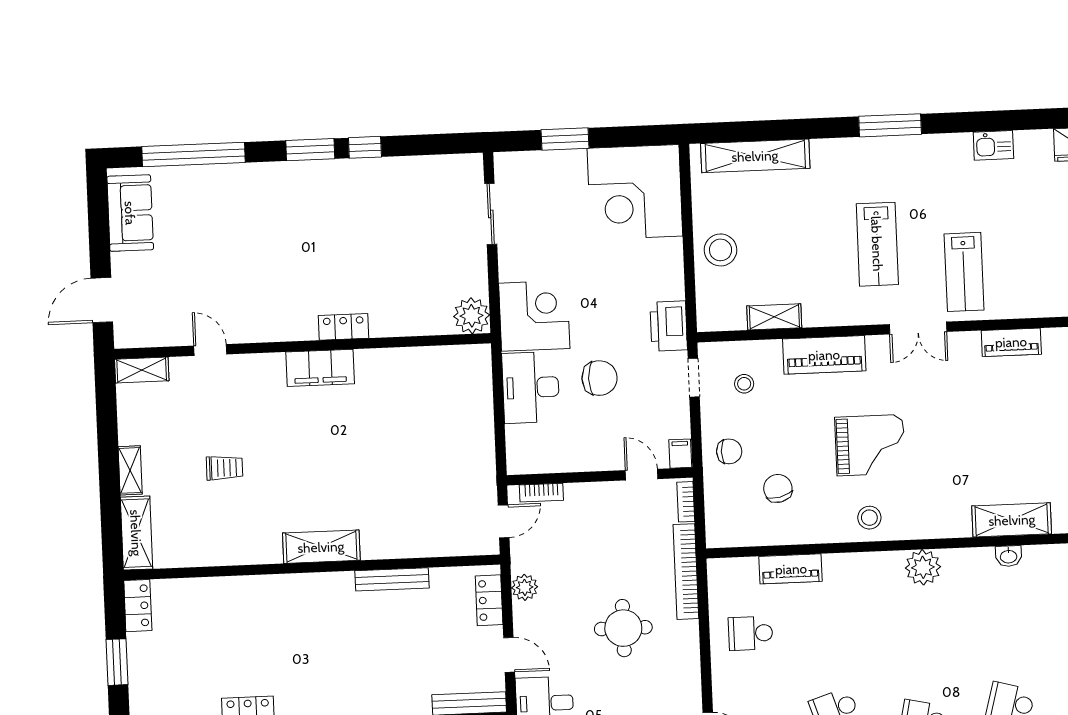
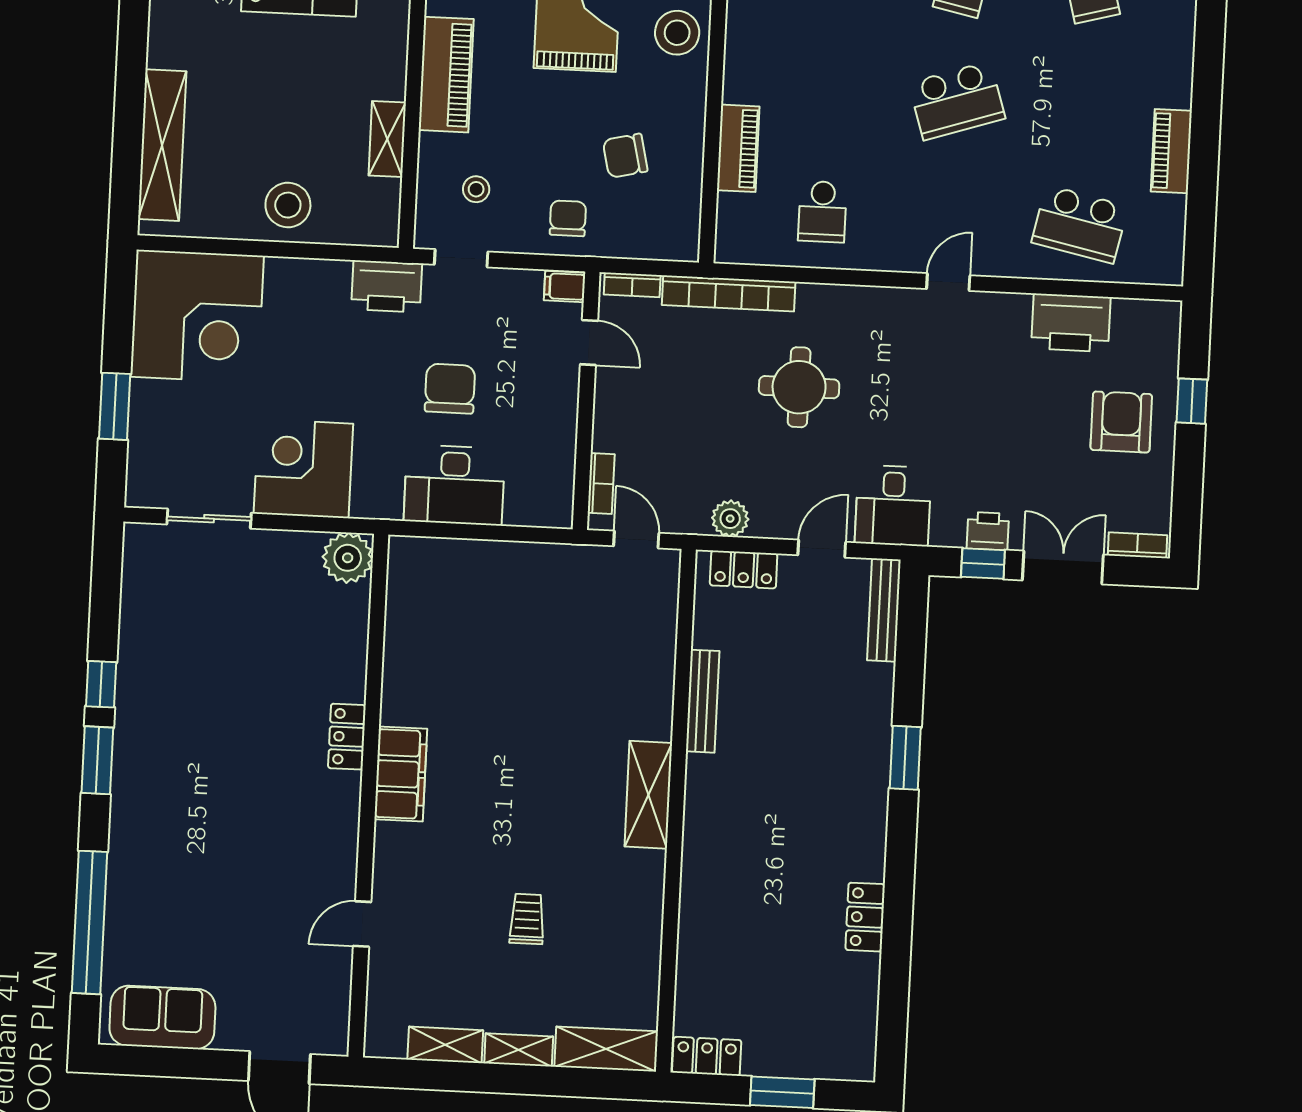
corner desk: (534, 316) -> (303, 469), moved
shelving: (142, 370) -> (445, 1045), moved, turned 90
door: (642, 475) -> (589, 343), swing flipped
stool: (869, 518) -> (677, 33), width x1.38, depth x1.38

